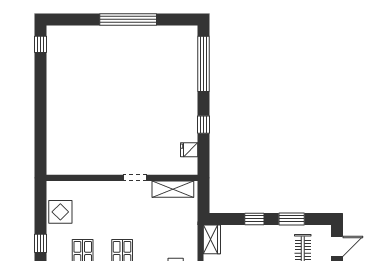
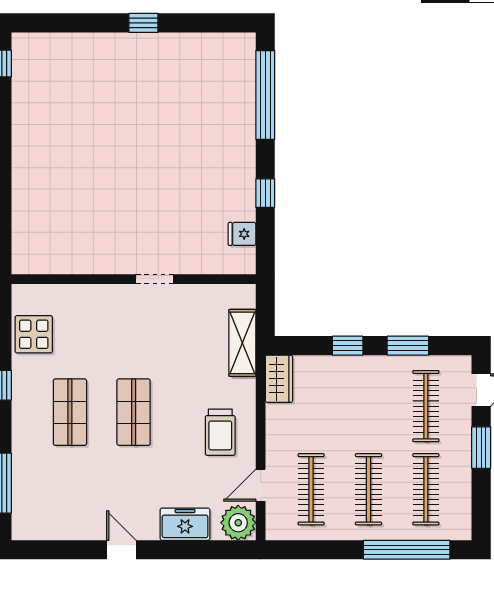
window: (128, 19) -> (143, 23), width x0.32
shelving: (173, 189) -> (242, 343), moved, turned 90

